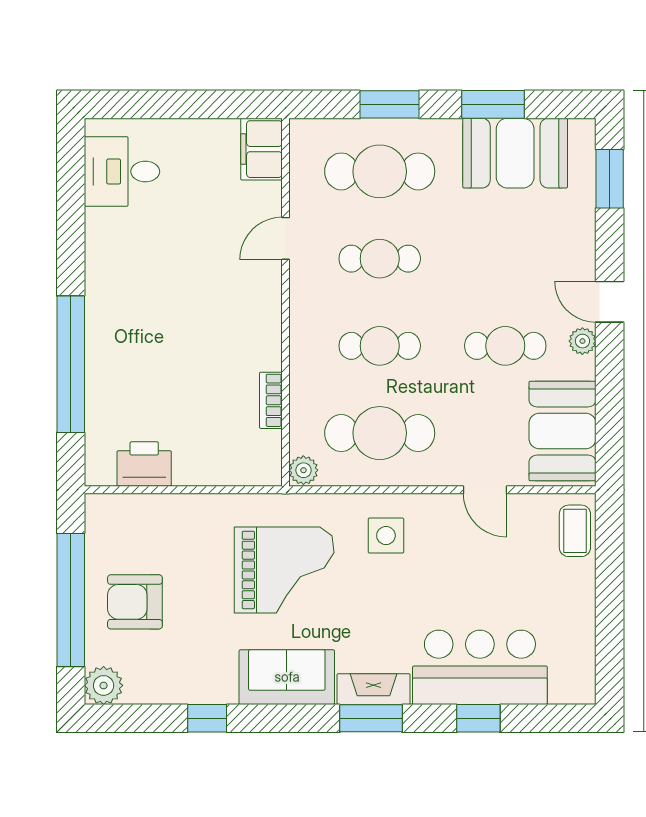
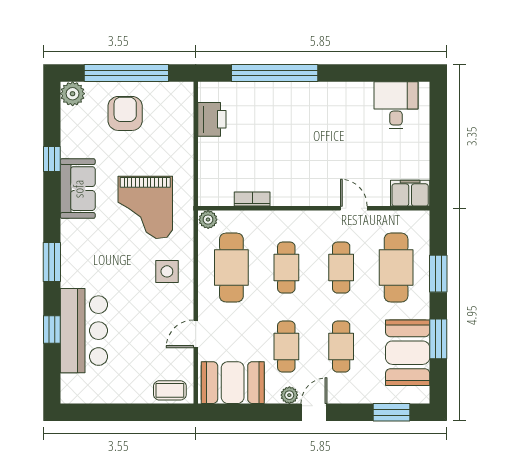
cafe table: (505, 259) -> (341, 347), added
sofa: (287, 677) -> (78, 189), moved
fireplace: (374, 689) -> (70, 264), removed

